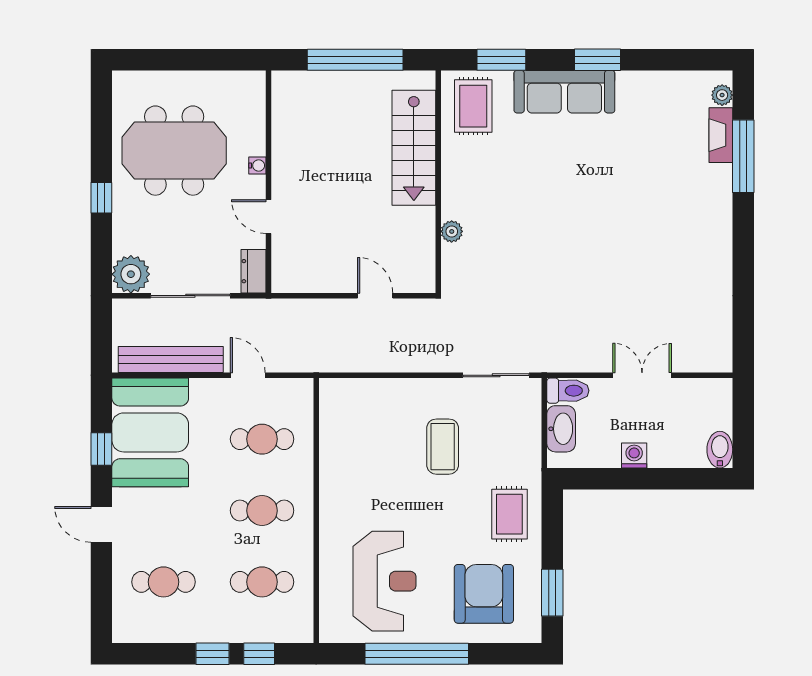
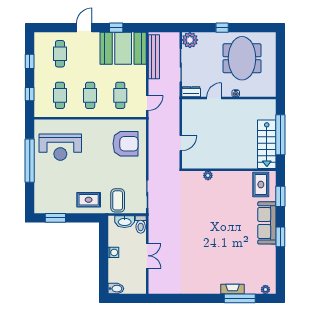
rug: (473, 106) -> (261, 184), turned 90
fireplace: (721, 135) -> (233, 289), moved
stairs: (414, 148) -> (267, 144), moved, turned -90
door: (248, 375) -> (147, 103), moved
coffee table: (443, 447) -> (118, 200), moved, turned 90
armchair: (484, 594) -> (125, 144), moved
window: (212, 654) -> (30, 61), moved

